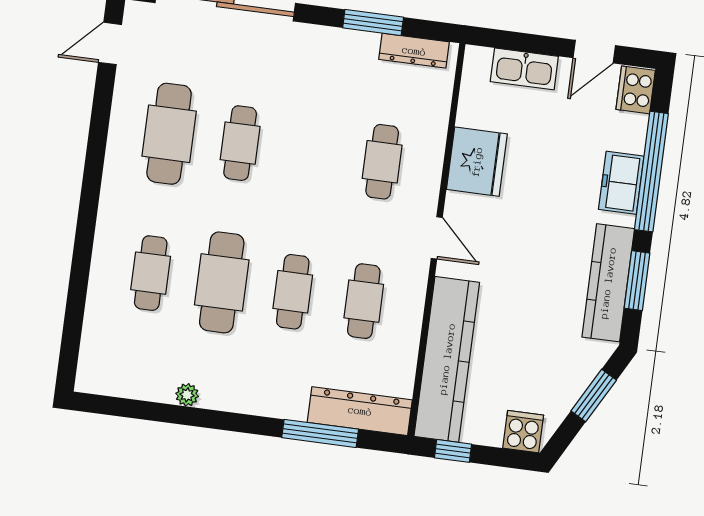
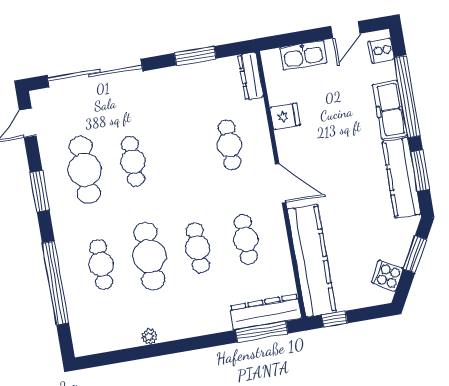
dresser: (414, 51) -> (251, 76), moved, turned 90
cooker: (636, 90) -> (381, 50), width x0.73
window: (97, 144) -> (40, 191), added
fridge: (477, 162) -> (285, 116), width x0.53, depth x0.75
freezer: (621, 183) -> (390, 110), width x1.40
door: (437, 238) -> (281, 183), width x1.38
window: (79, 279) -> (55, 283), added
cooker: (523, 432) -> (387, 276), moved, turned -61
window: (320, 433) -> (262, 332), moved

